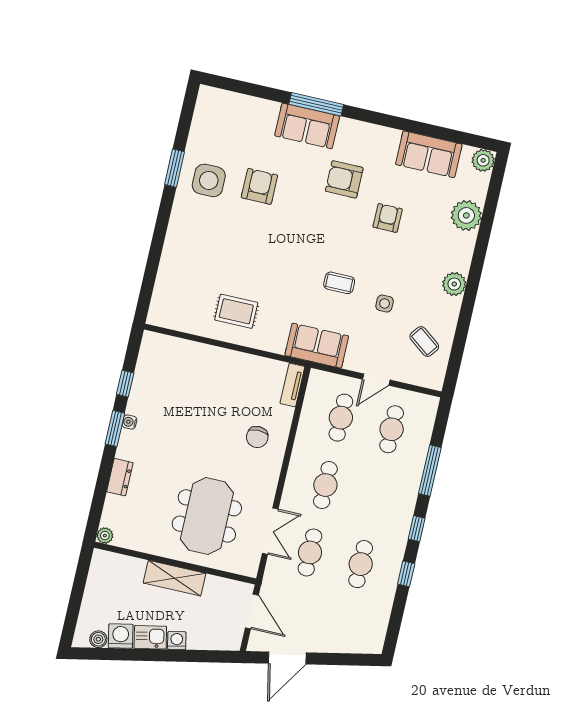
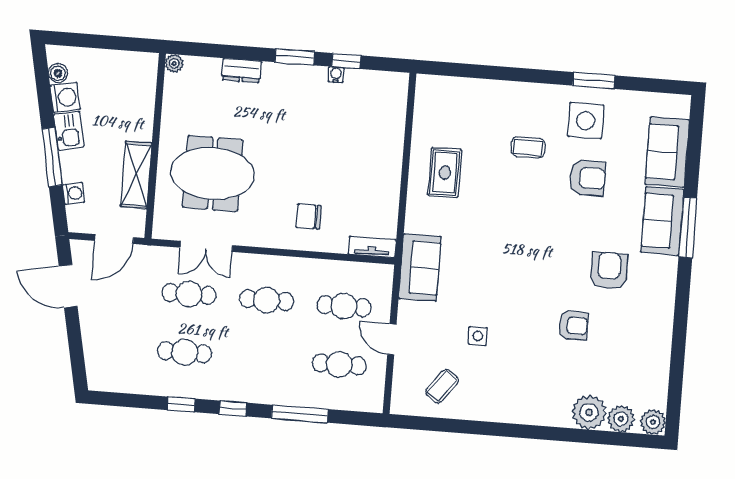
sofa: (429, 154) -> (667, 152), moved
coffee table: (339, 283) -> (528, 147), moved, turned 90
plant: (454, 284) -> (621, 419), moved
water cooler: (129, 422) -> (336, 75), moved
shelving: (175, 578) -> (136, 175), moved
washing machine: (177, 641) -> (74, 193), moved
window: (171, 655) -> (52, 157), added

